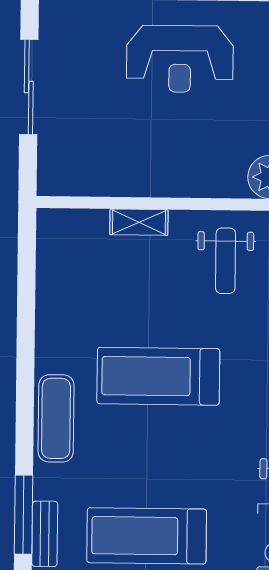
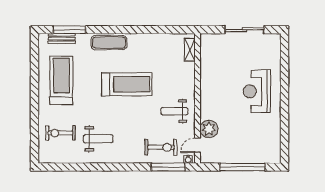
shelving: (139, 222) -> (190, 50), moved
treadmill: (158, 376) -> (127, 84), turned 90

